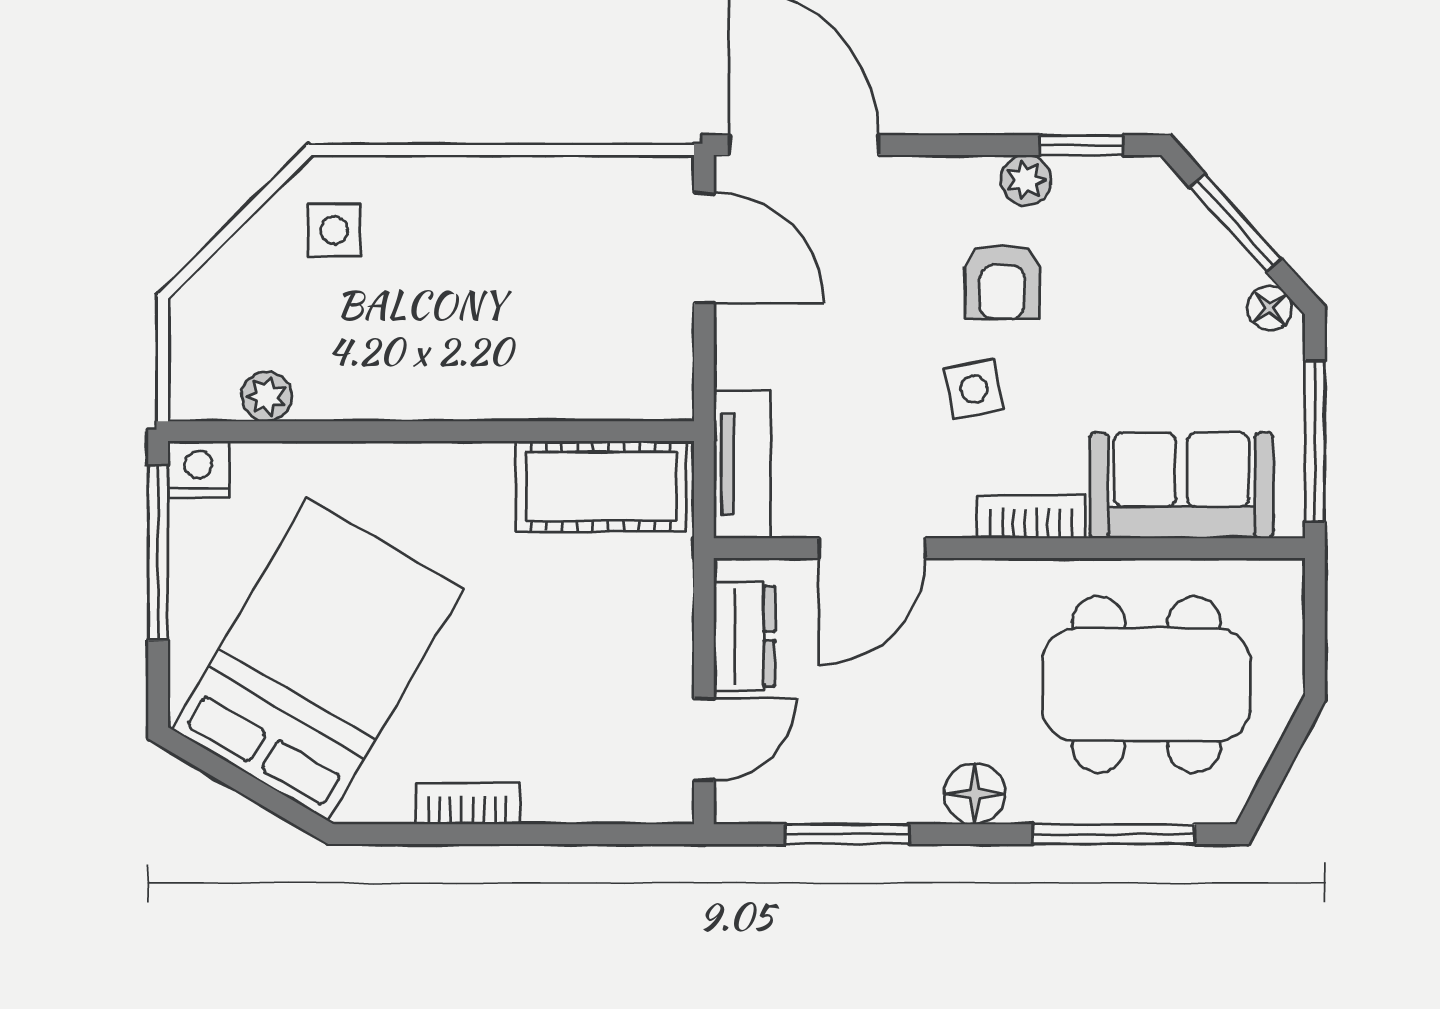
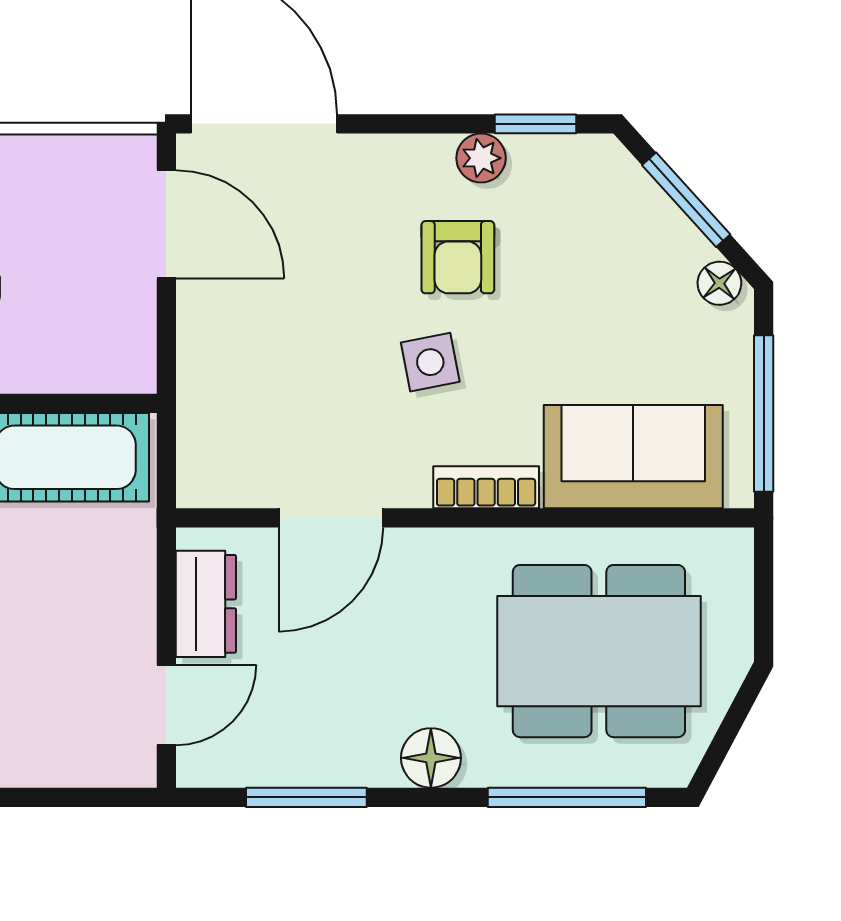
tv unit: (742, 464) -> (204, 436), removed

